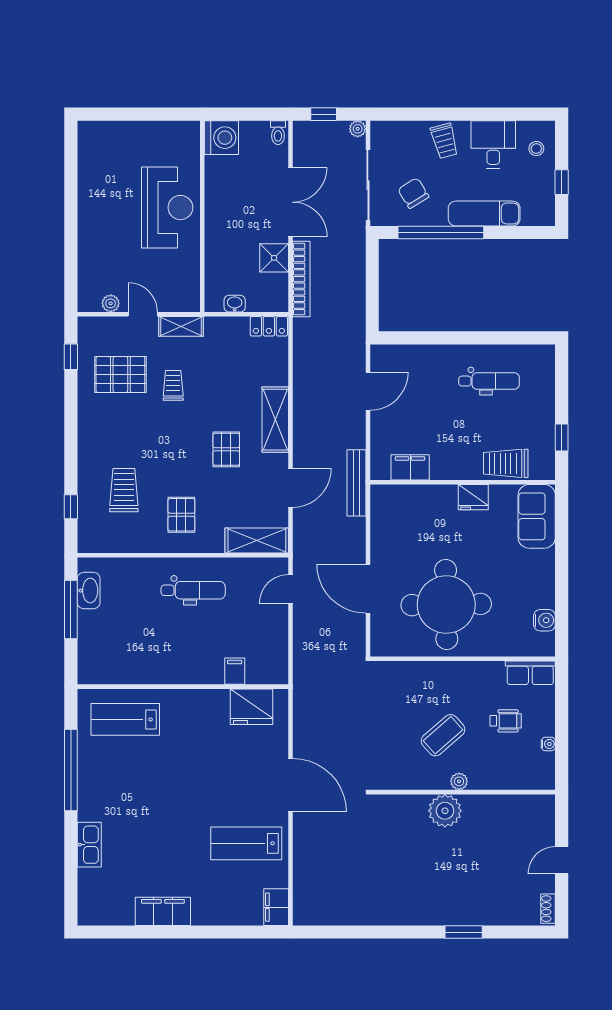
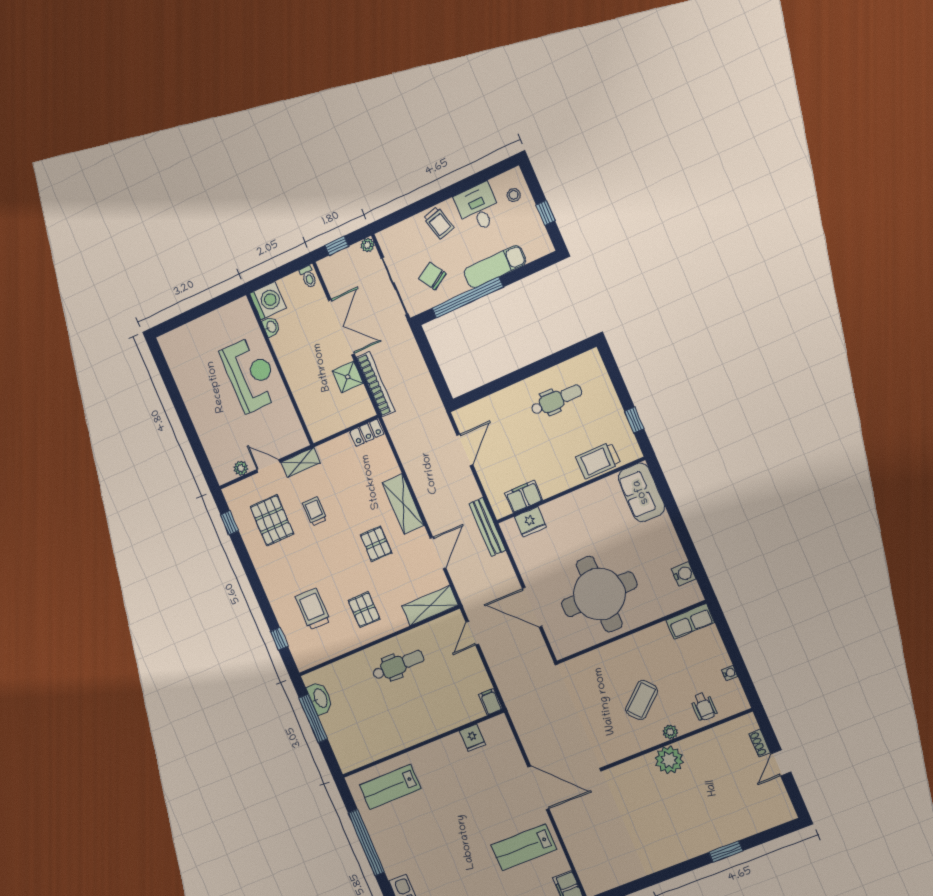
washbasin: (235, 304) -> (271, 327), moved, turned 90
pallet: (120, 375) -> (272, 520), turned 90
fridge: (473, 497) -> (530, 522), moved
filing cabinet: (235, 671) -> (491, 702), moved
fridge: (251, 707) -> (473, 738), width x0.53, depth x0.75
wheelchair: (506, 721) -> (704, 706), moved, turned 90
shoe rack: (548, 909) -> (760, 743), moved

